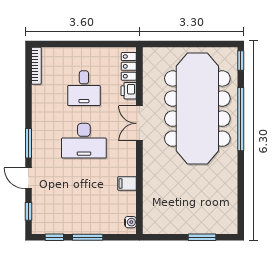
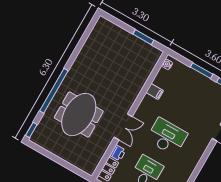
meeting table: (197, 109) -> (79, 115), width x0.54, depth x0.79
window: (28, 143) -> (205, 156), removed
window: (202, 237) -> (143, 37), moved

